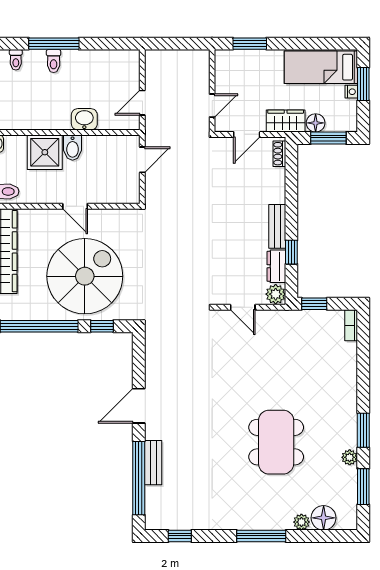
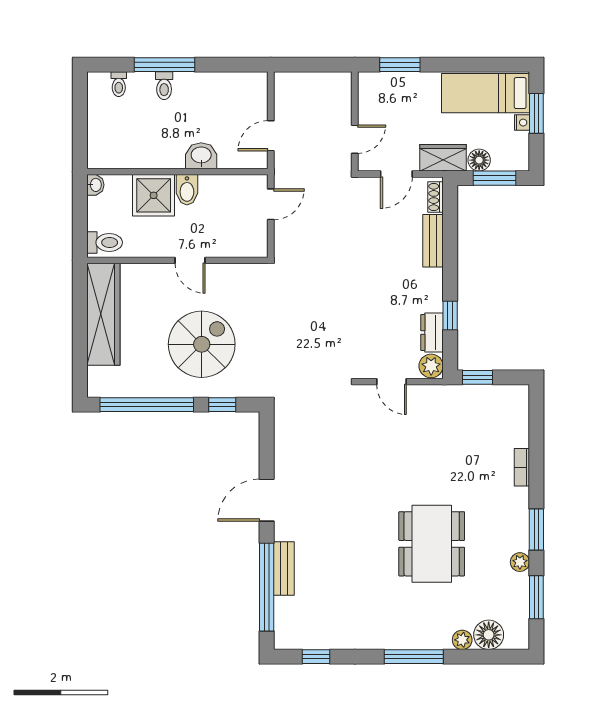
bench: (277, 226) -> (433, 241), moved
spiral stairs: (85, 276) -> (202, 344), width x0.73, depth x0.73
bookcase: (351, 325) -> (522, 467), moved

